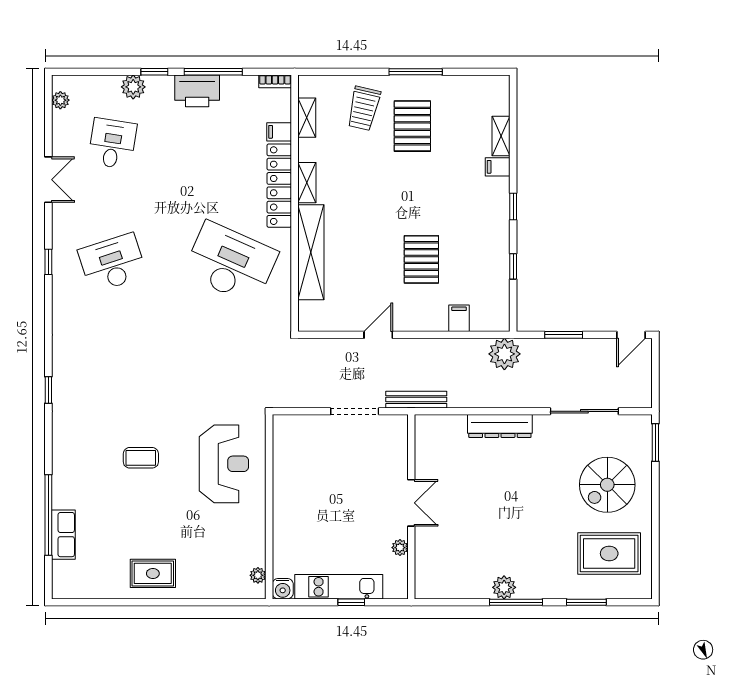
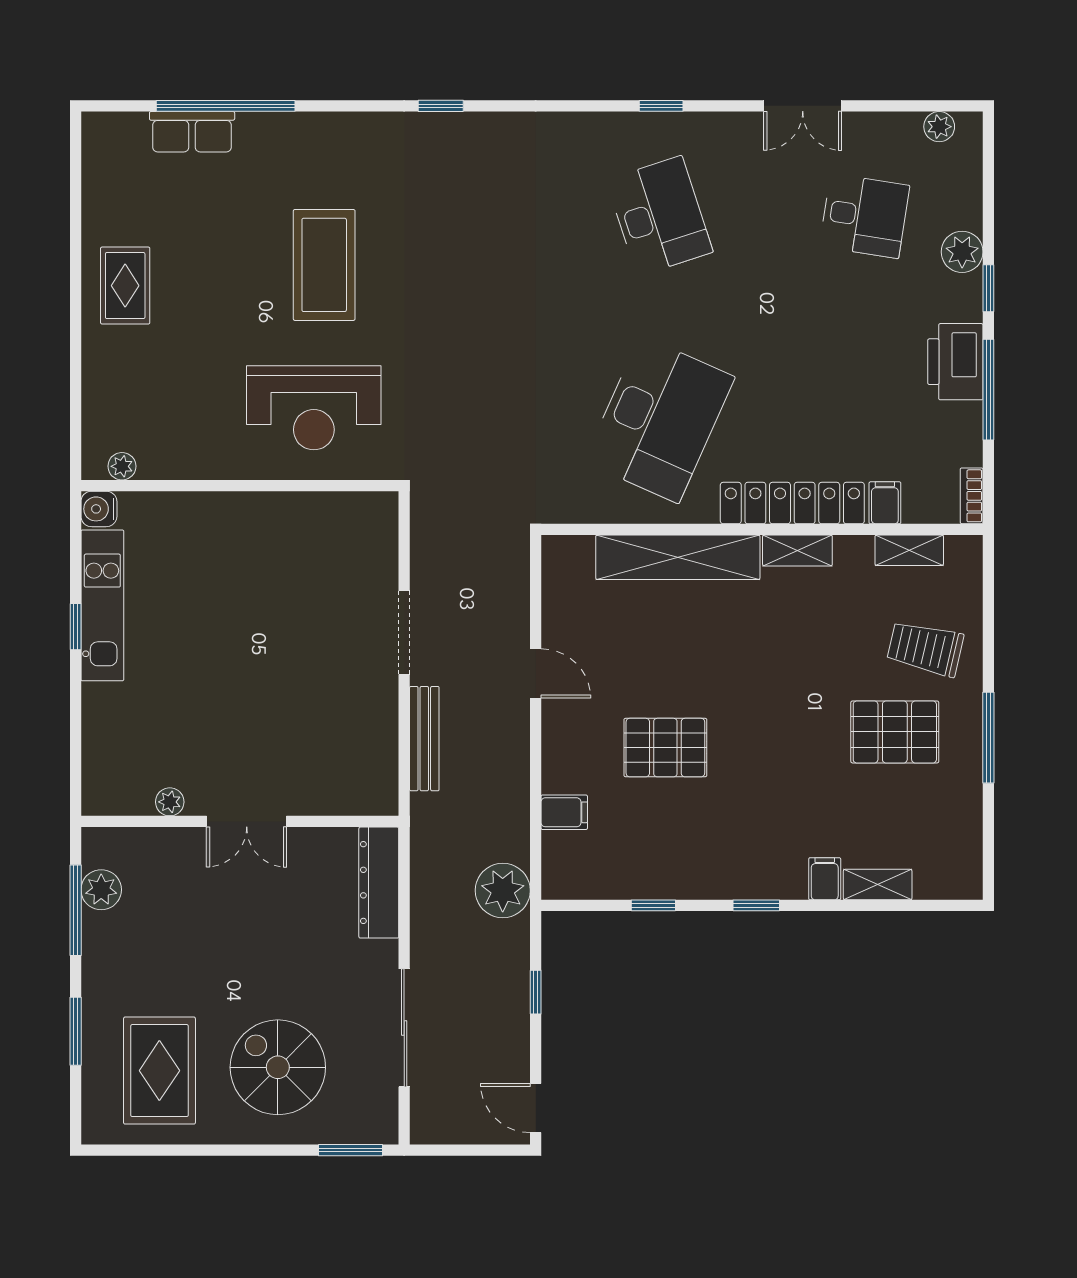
window: (564, 335) -> (536, 992), width x0.67
coffee table: (141, 458) -> (324, 265), width x1.86, depth x1.72
double door: (411, 503) -> (247, 821), moved
wall: (411, 507) -> (240, 821), moved
plant: (400, 548) -> (170, 802), moved

